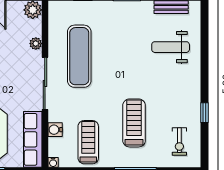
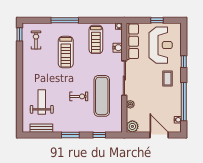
weight bench: (171, 47) -> (42, 102), turned -90
exercise bike: (114, 55) -> (79, 96), added
window: (205, 113) -> (19, 34), moved

